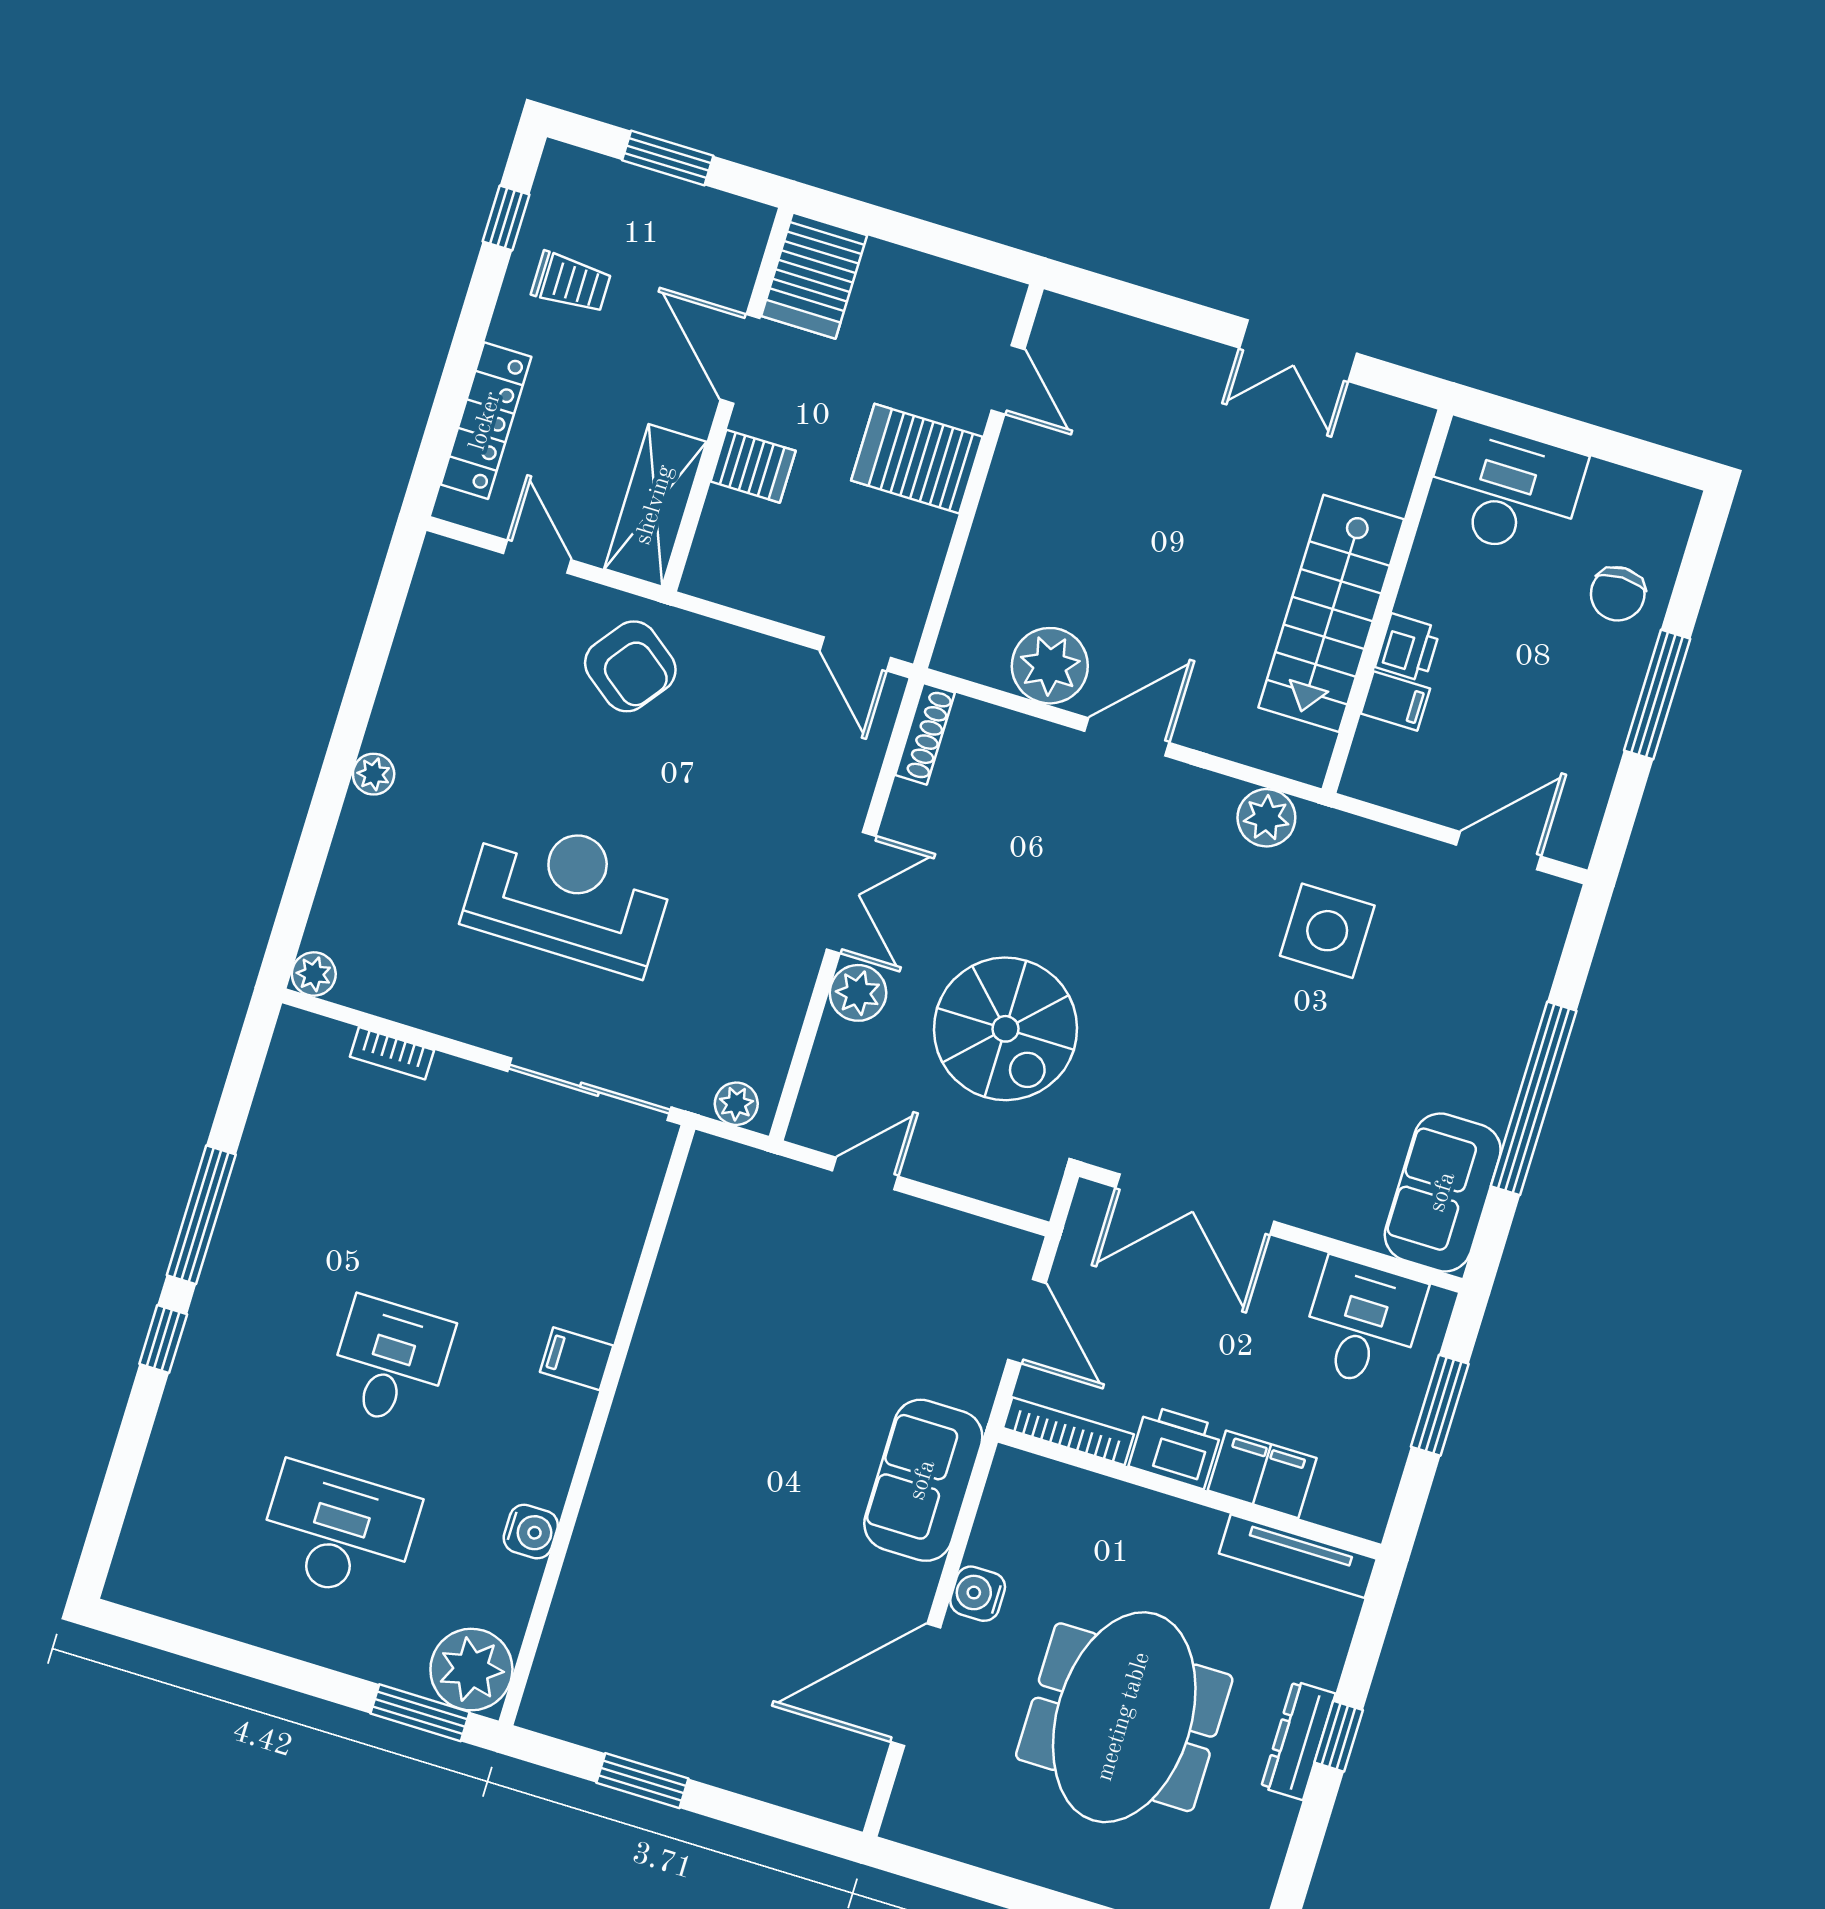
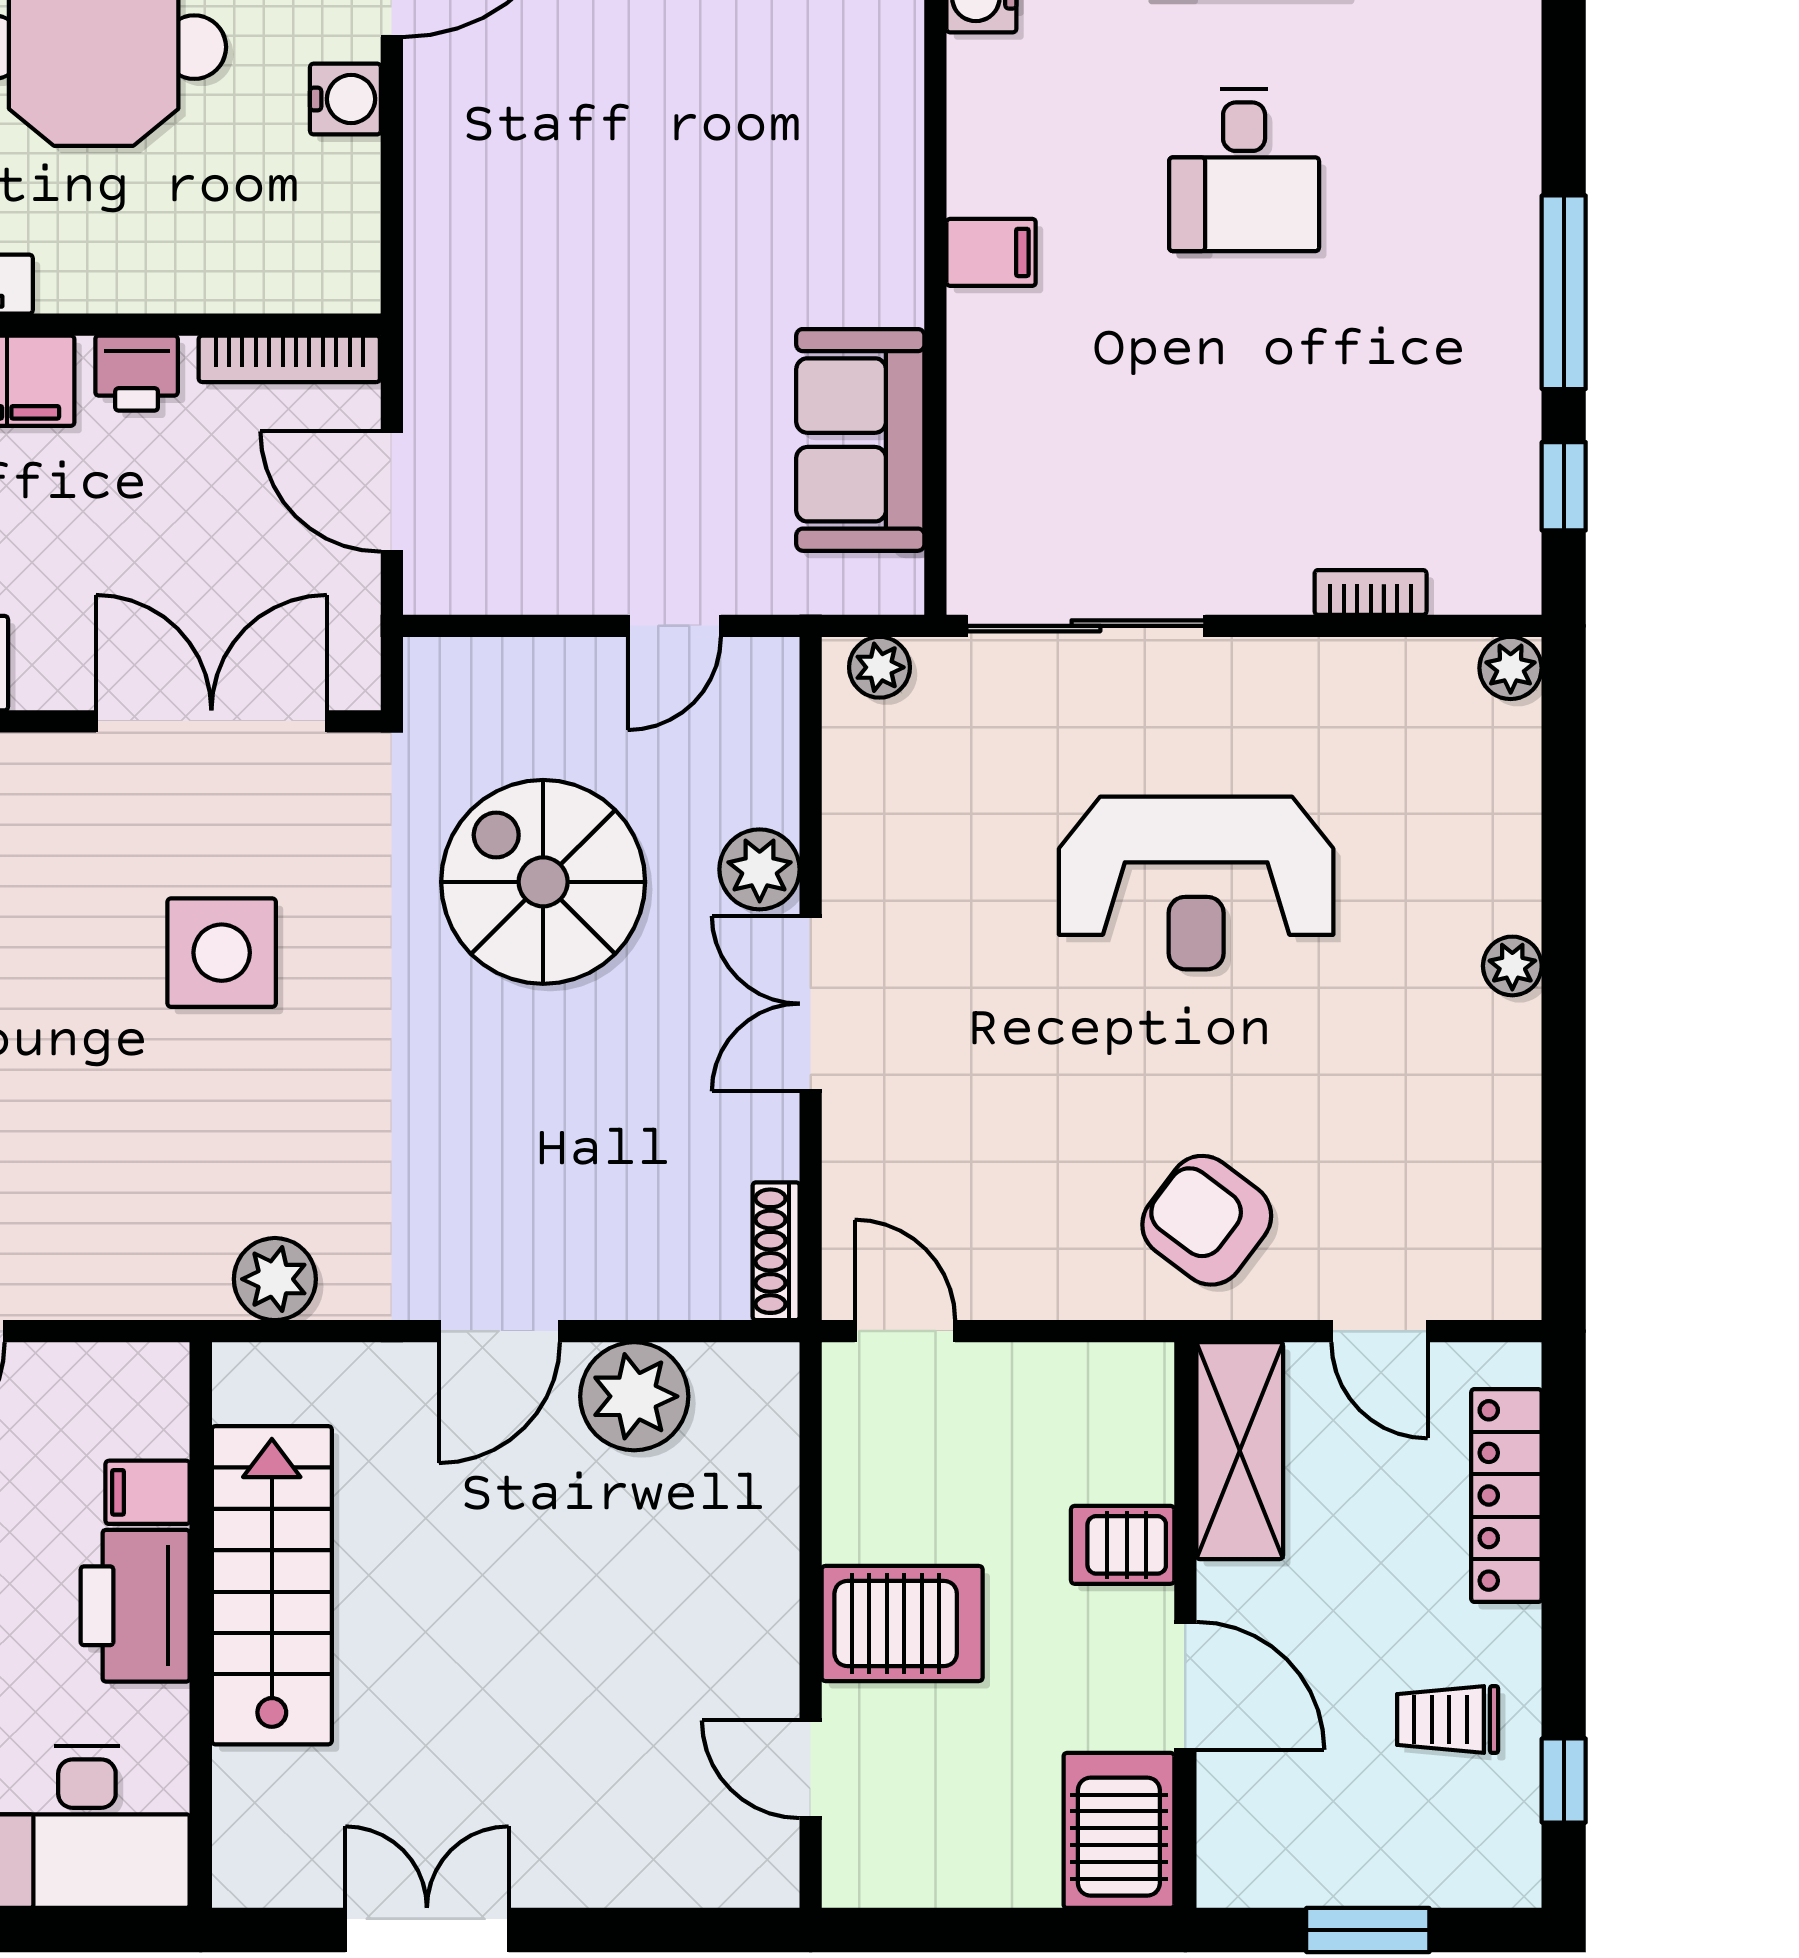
printer: (1408, 648) -> (135, 1606), width x1.87, depth x1.48
side table: (1327, 931) -> (222, 953), moved
window: (163, 1339) -> (1564, 486), moved
printer: (1175, 1447) -> (137, 373), width x0.73, depth x0.81
sofa: (923, 1480) -> (860, 440), moved, turned 180

